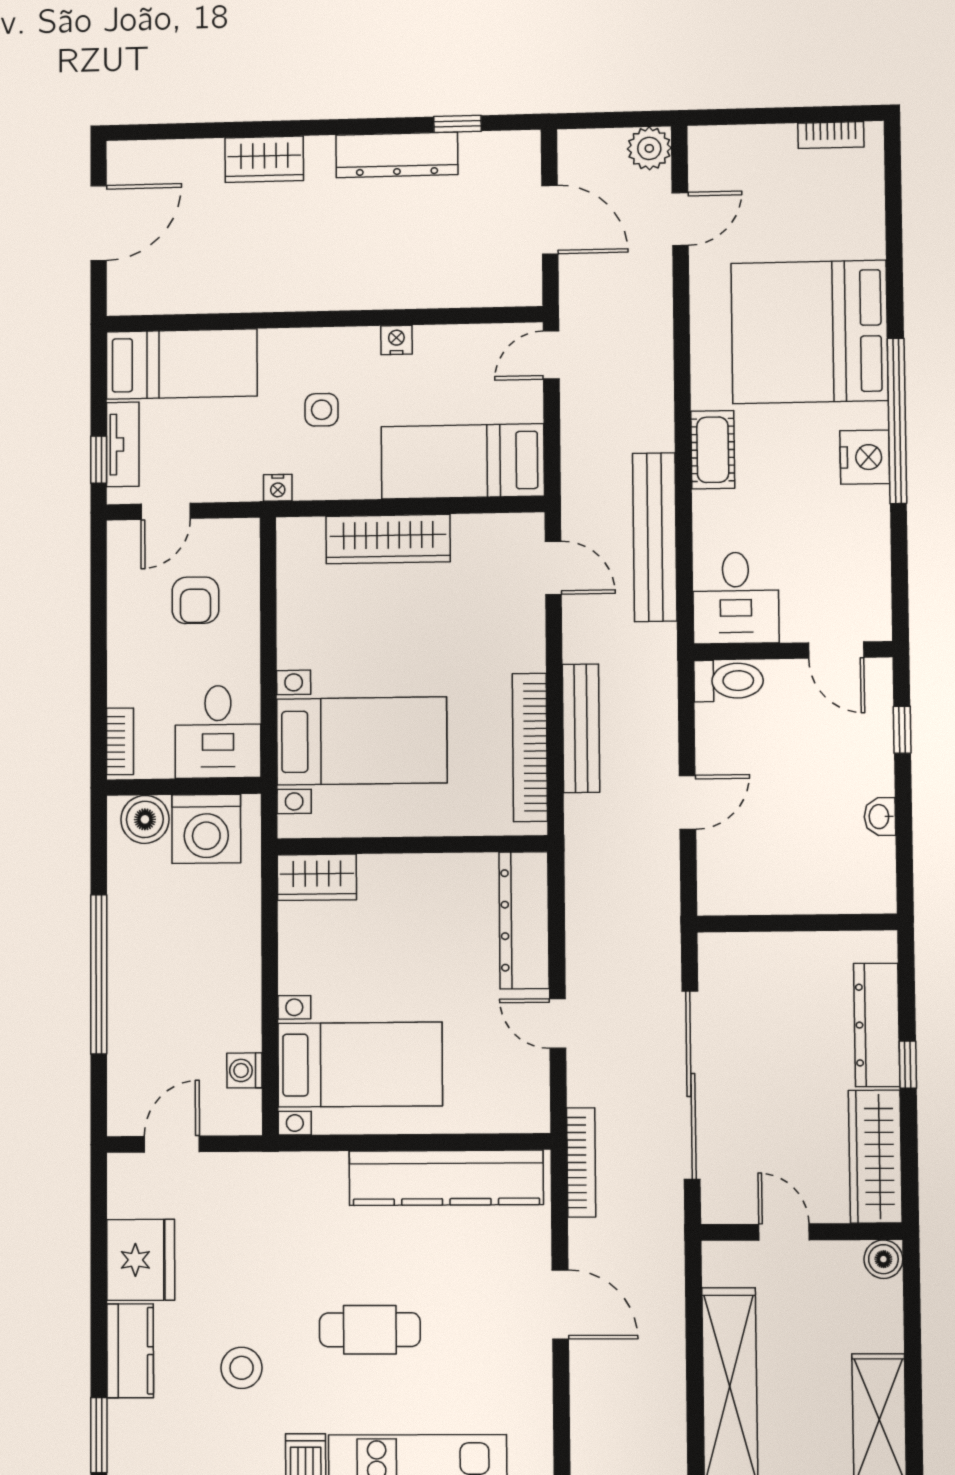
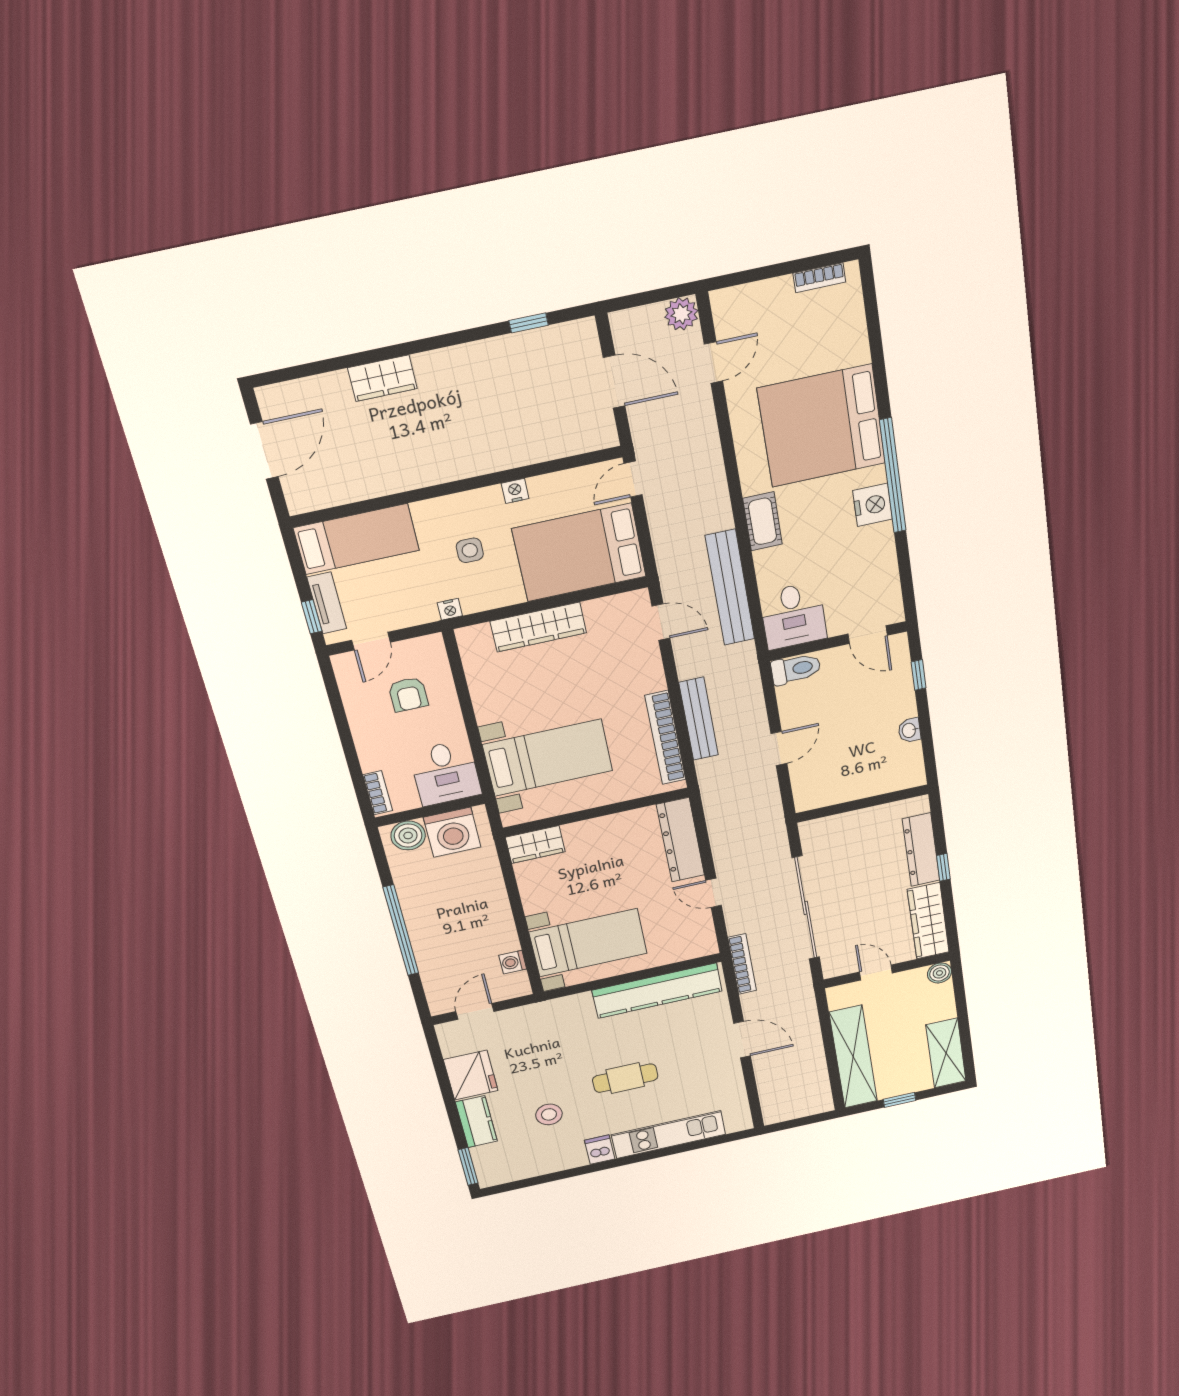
dresser: (397, 155) -> (486, 355), removed
bed: (463, 461) -> (579, 553), width x1.50

